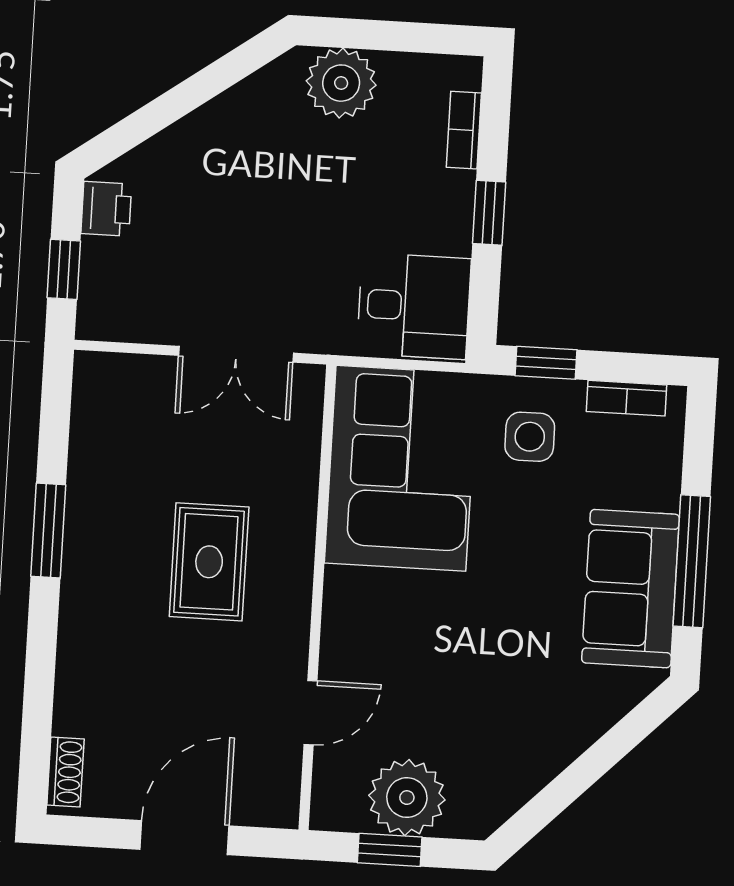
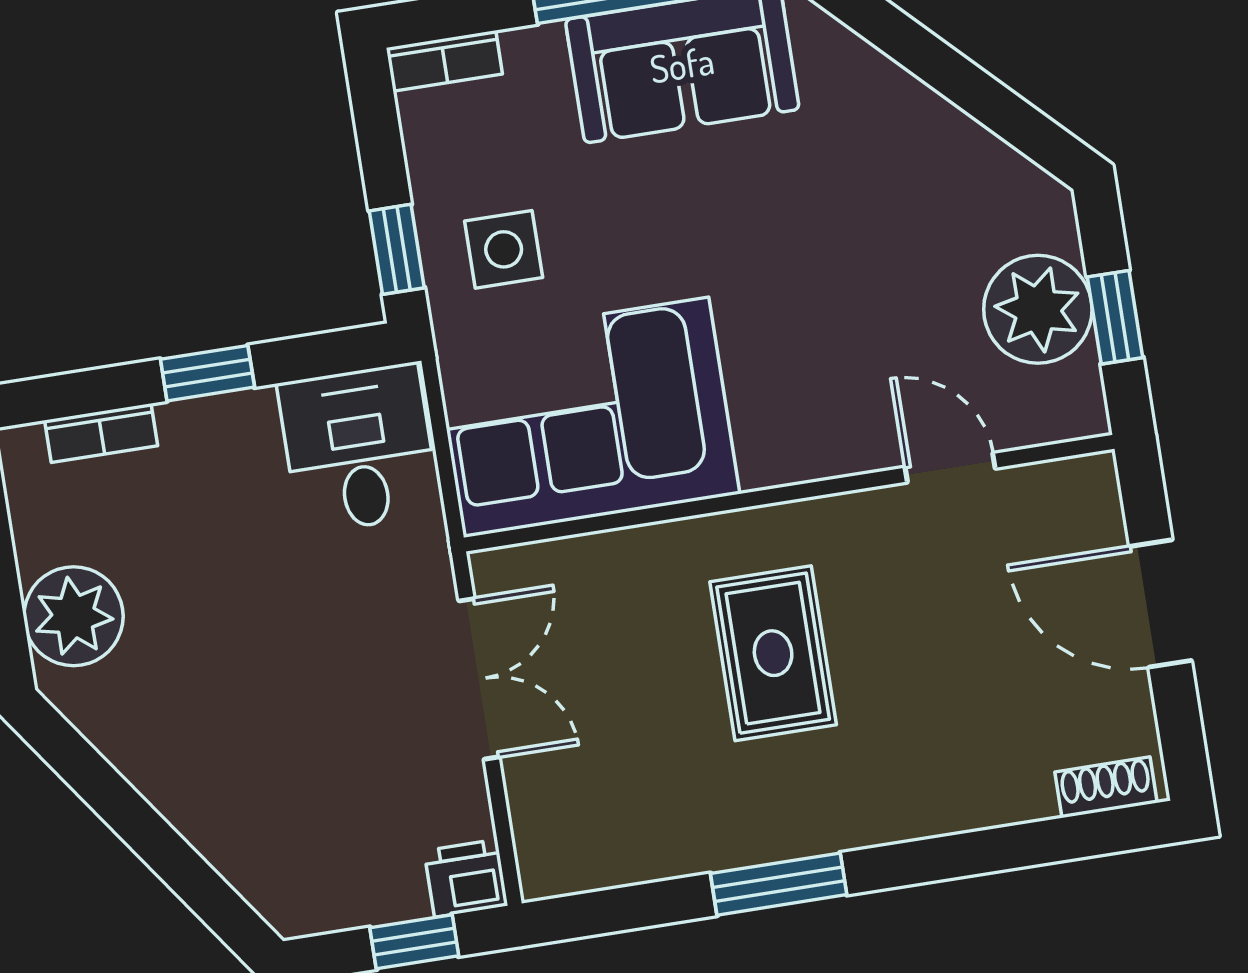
printer: (106, 209) -> (466, 878), moved
bookcase: (627, 398) -> (444, 61), moved, turned 90
rug: (209, 562) -> (773, 653), turned 90

